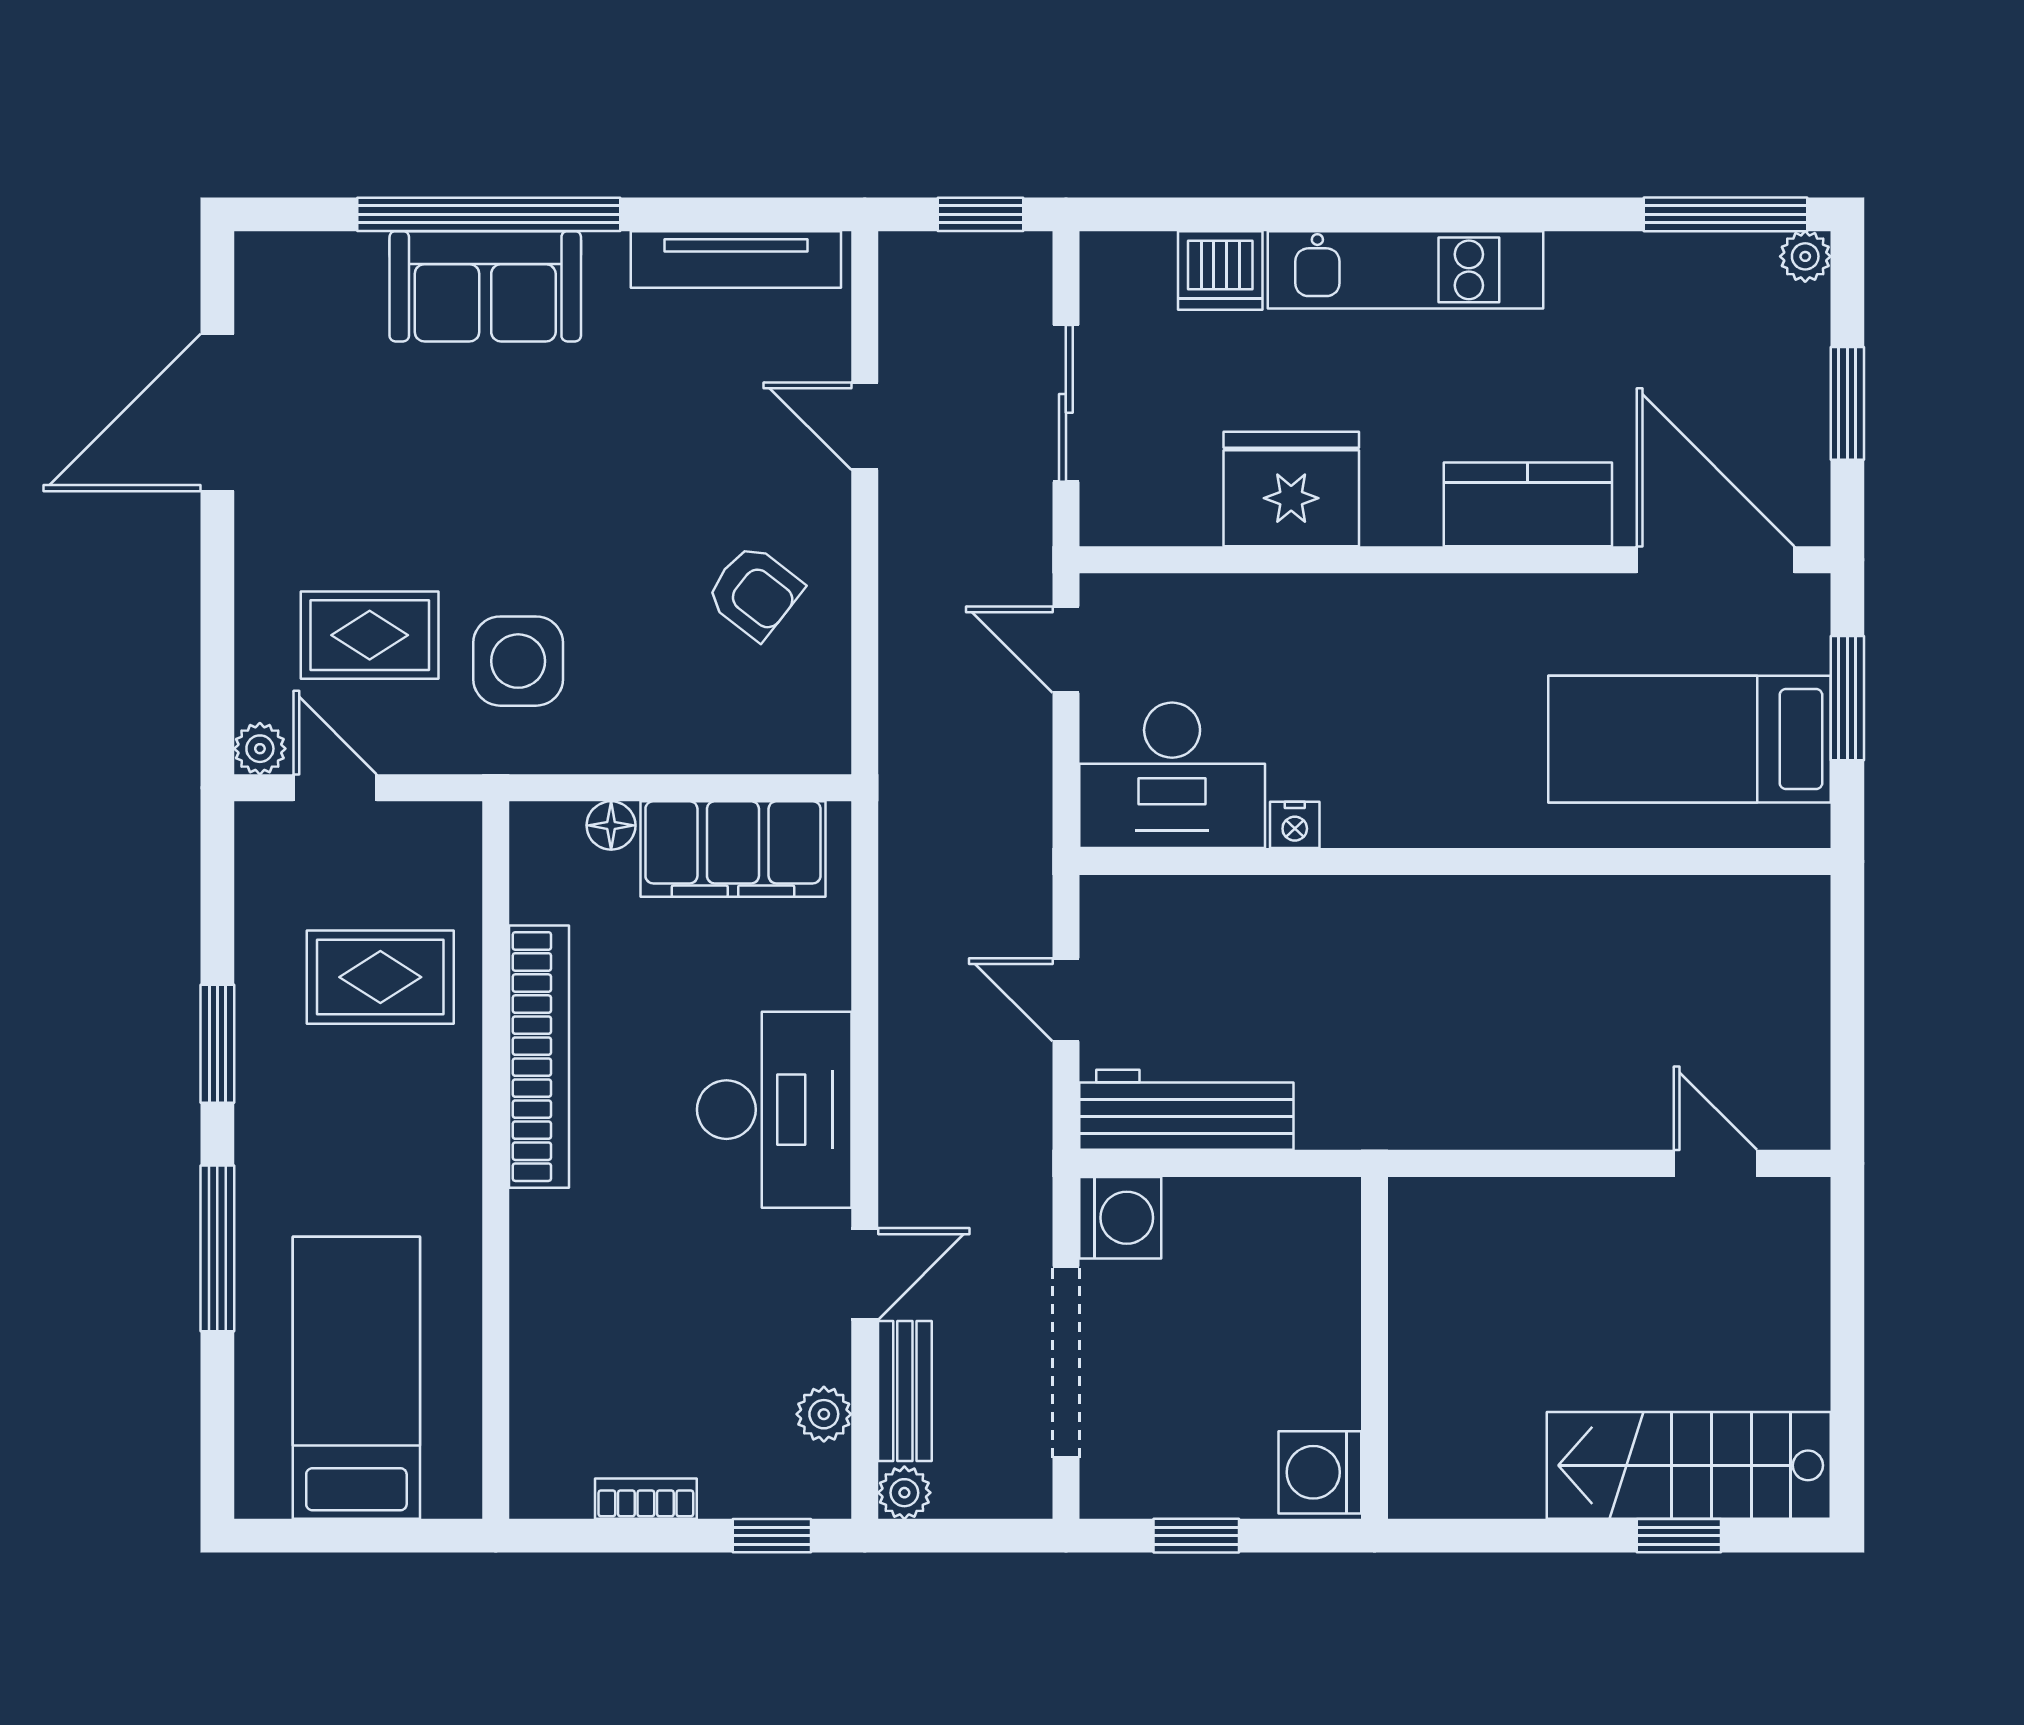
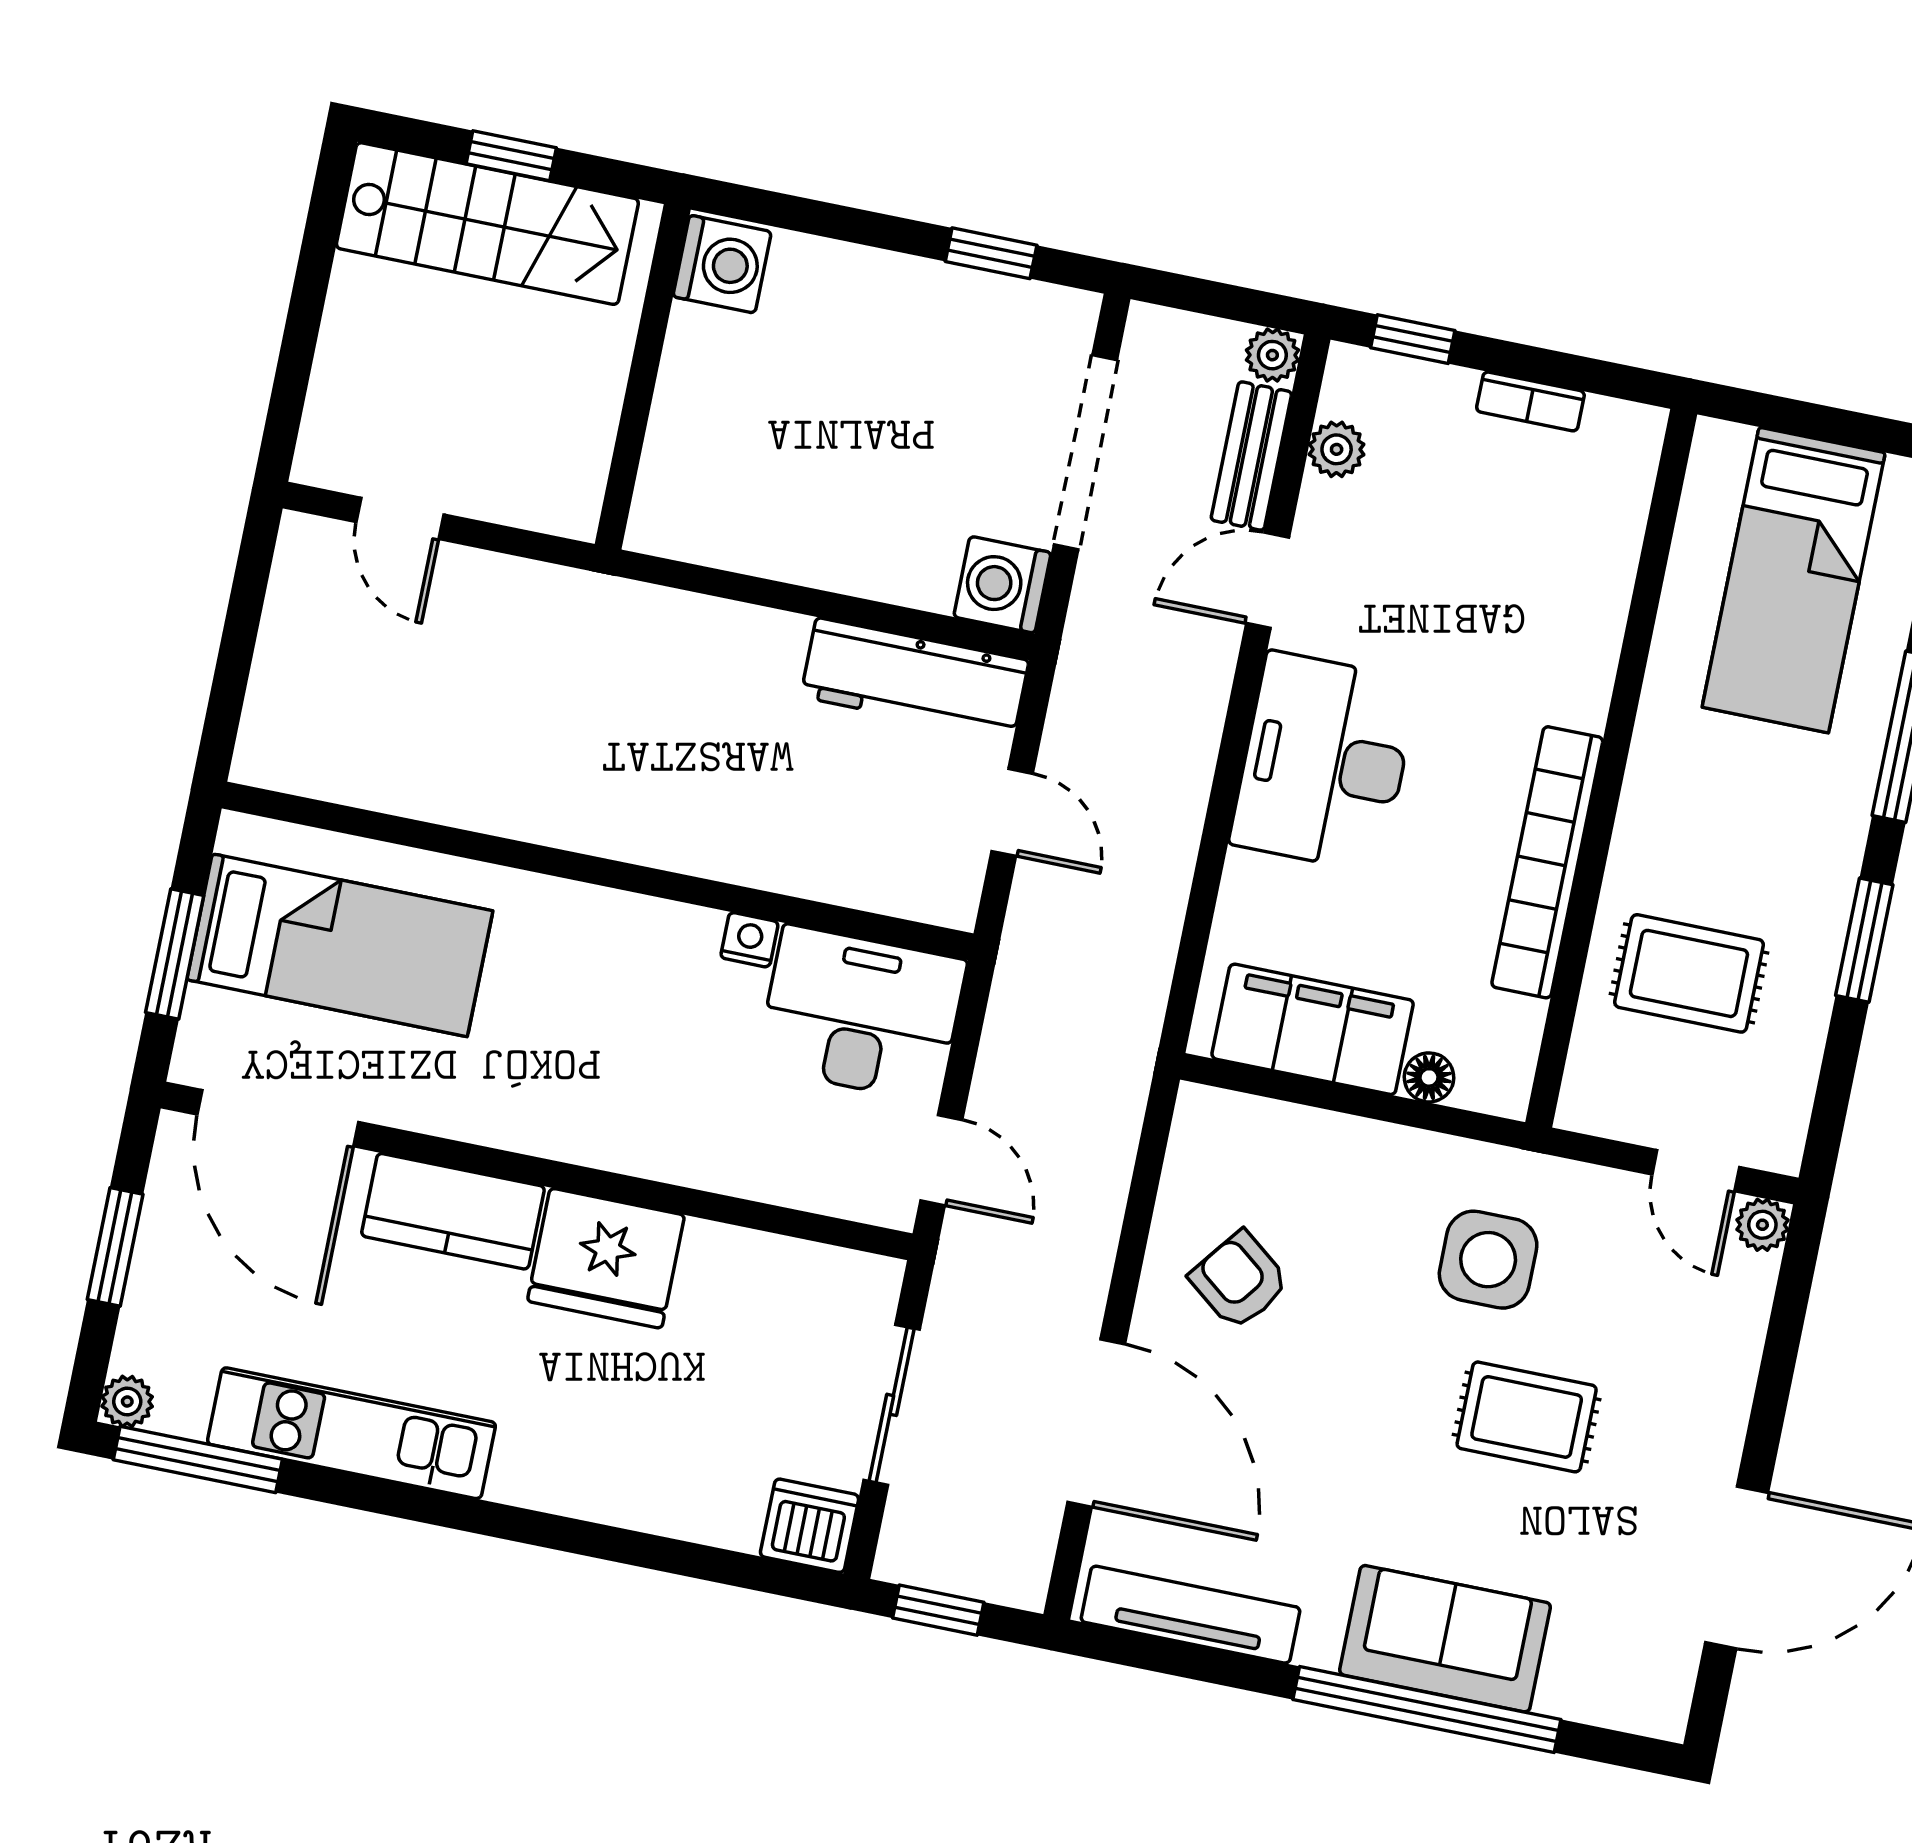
dishwasher: (1220, 270) -> (810, 1526), moved
kitchen unit: (1406, 270) -> (351, 1433), moved
door: (865, 426) -> (1096, 1423), width x1.87
fridge: (1291, 489) -> (606, 1258), moved
rug: (370, 635) -> (1527, 1417), moved
wall: (1374, 1348) -> (643, 377), moved
washing machine: (1320, 1472) -> (722, 264), moved

